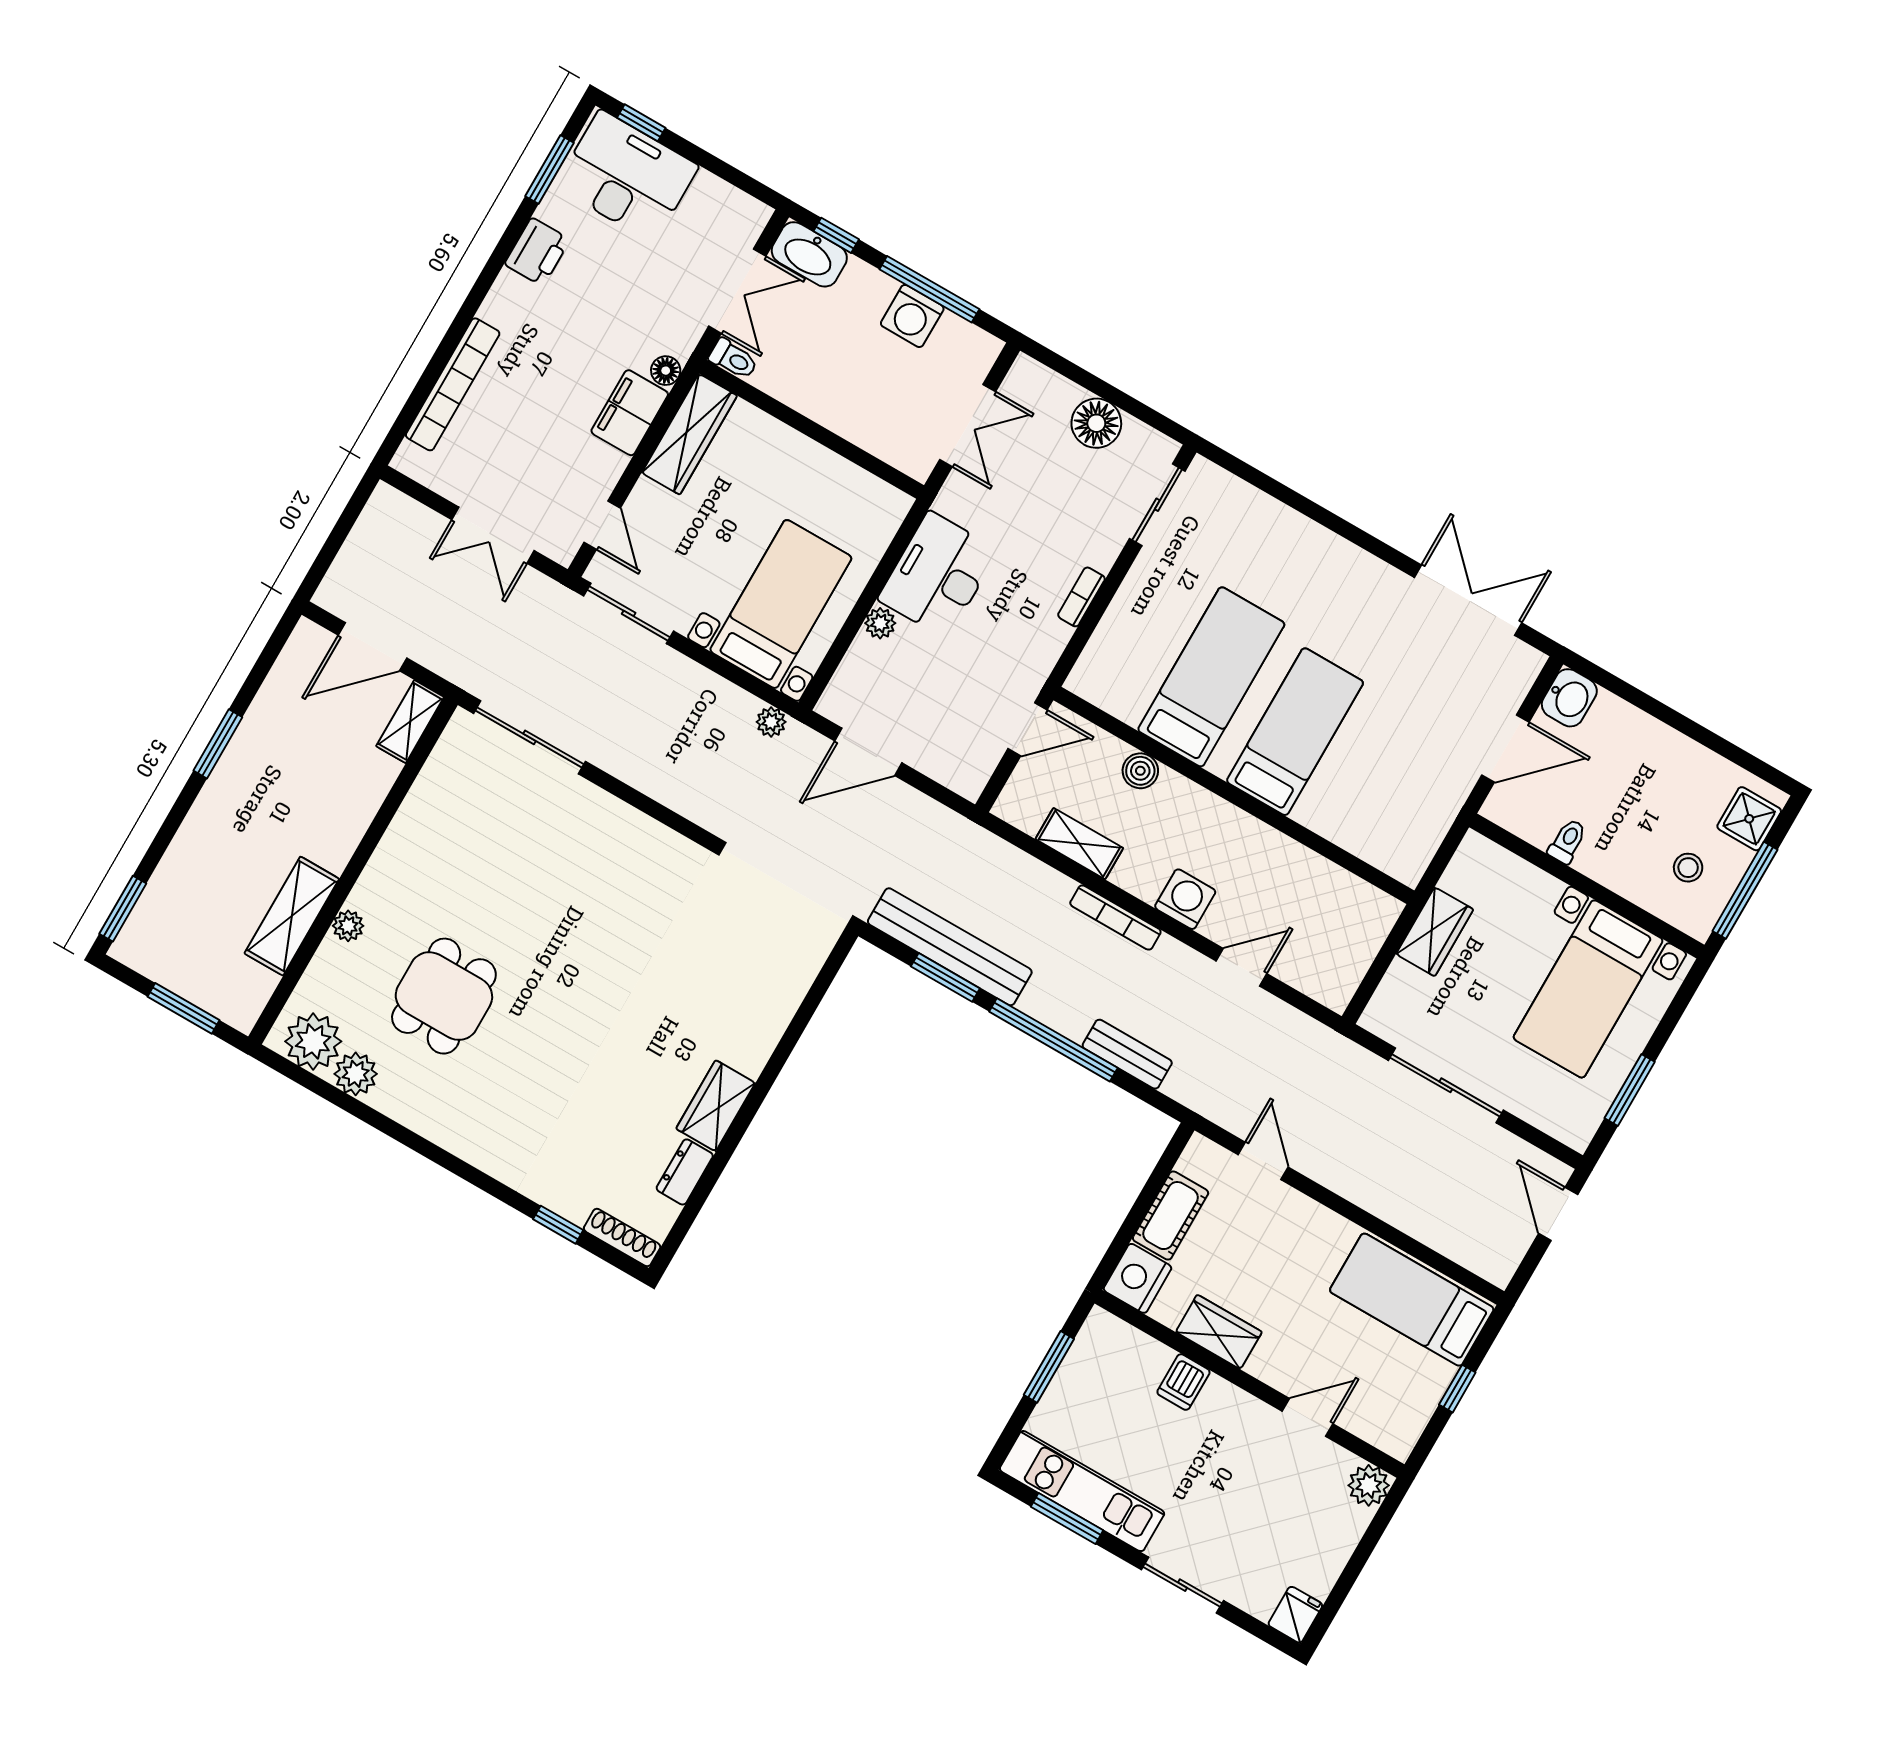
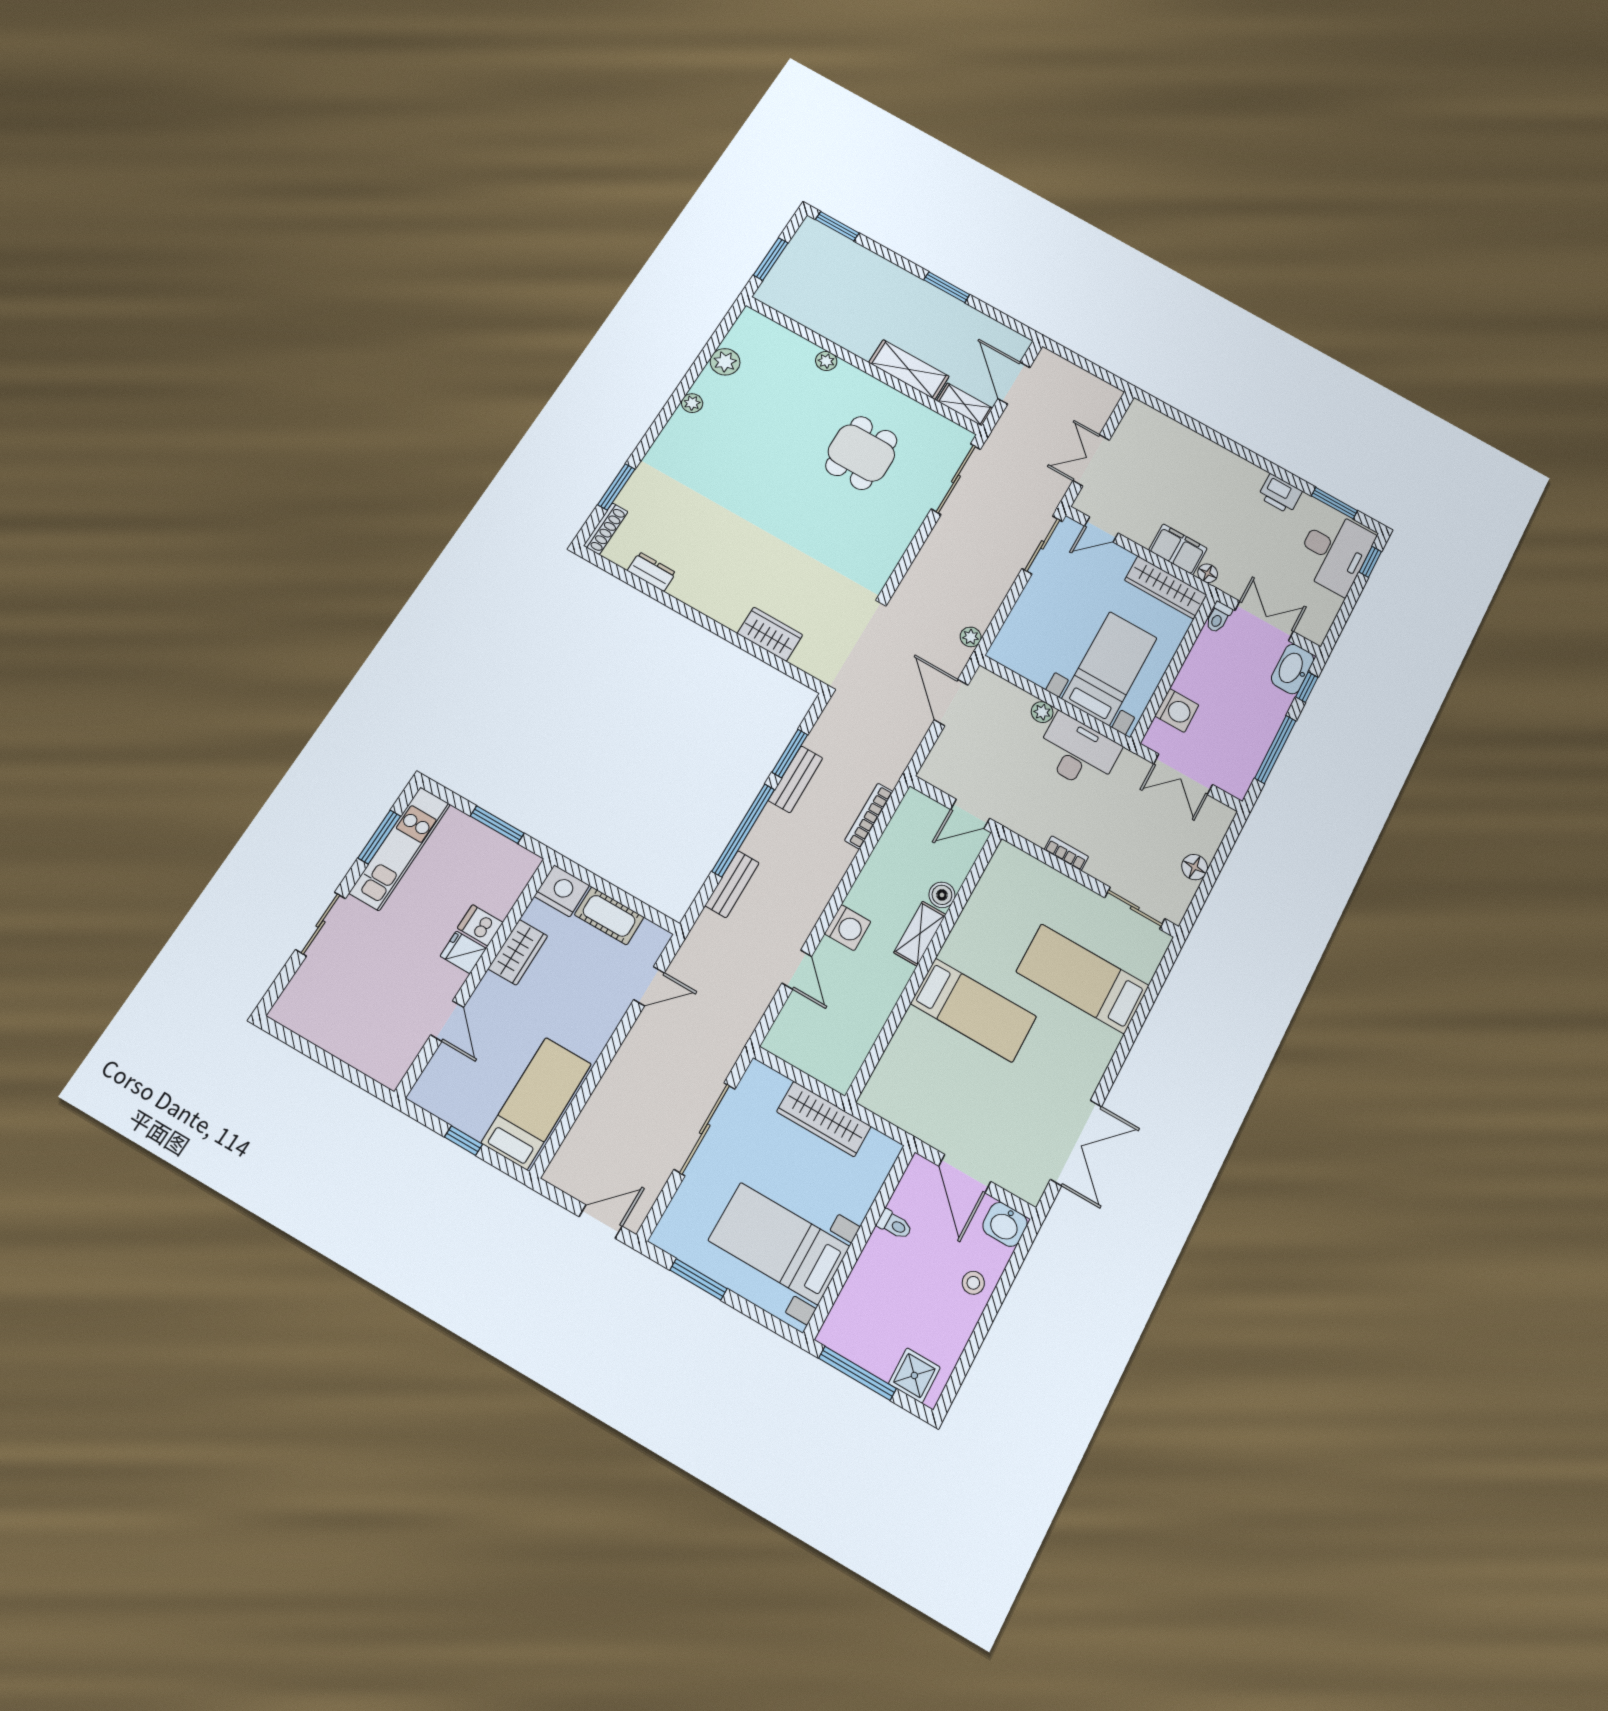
double door: (737, 291) -> (1264, 621), swing flipped
washing machine: (912, 316) -> (1177, 710), moved, turned 180
bookcase: (453, 384) -> (1190, 439), removed
floor lamp: (1096, 423) -> (1195, 867), width x0.73, depth x0.73
bed with nightstands: (781, 604) -> (1110, 668), moved, turned -90
bed: (1211, 677) -> (1083, 979), moved, turned 180
door: (1028, 729) -> (970, 814), hinge flipped
shelving: (1079, 844) -> (920, 934), moved
stool: (1688, 868) -> (973, 1283), moved
shelving: (292, 916) -> (909, 370), moved
bookcase: (1115, 917) -> (869, 816), moved
wardrobe: (1435, 932) -> (824, 1119), width x1.50
bench: (950, 947) -> (796, 779), width x0.54, depth x0.82
dining table: (444, 996) -> (861, 453), moved, turned 90
plant: (313, 1041) -> (692, 403), moved, width x0.53, depth x0.53
wardrobe: (716, 1106) -> (770, 634), moved
window: (558, 1225) -> (616, 487), width x1.50
plant: (1369, 1485) -> (390, 1070), removed
fridge: (1295, 1615) -> (463, 952), moved, turned 180

